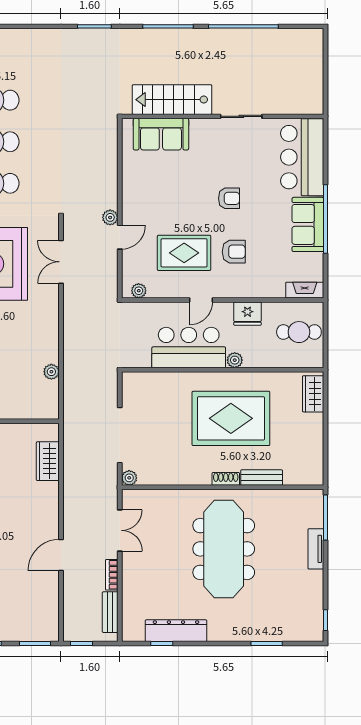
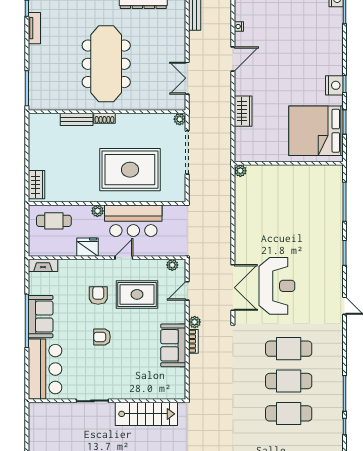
sofa: (161, 134) -> (173, 345), moved, turned -90
door: (120, 237) -> (187, 291), moved
armchair: (234, 252) -> (98, 295), turned 90
double door: (61, 262) -> (233, 288), width x1.37
cafe table: (299, 332) -> (54, 221), moved
plant: (51, 372) -> (240, 171), moved
rug: (231, 418) -> (130, 170), moved
wardrobe: (48, 461) -> (243, 111), moved
tv unit: (316, 549) -> (34, 28), moved
bookcase: (112, 575) -> (193, 341), moved
nightstand: (53, 597) -> (239, 26), added

